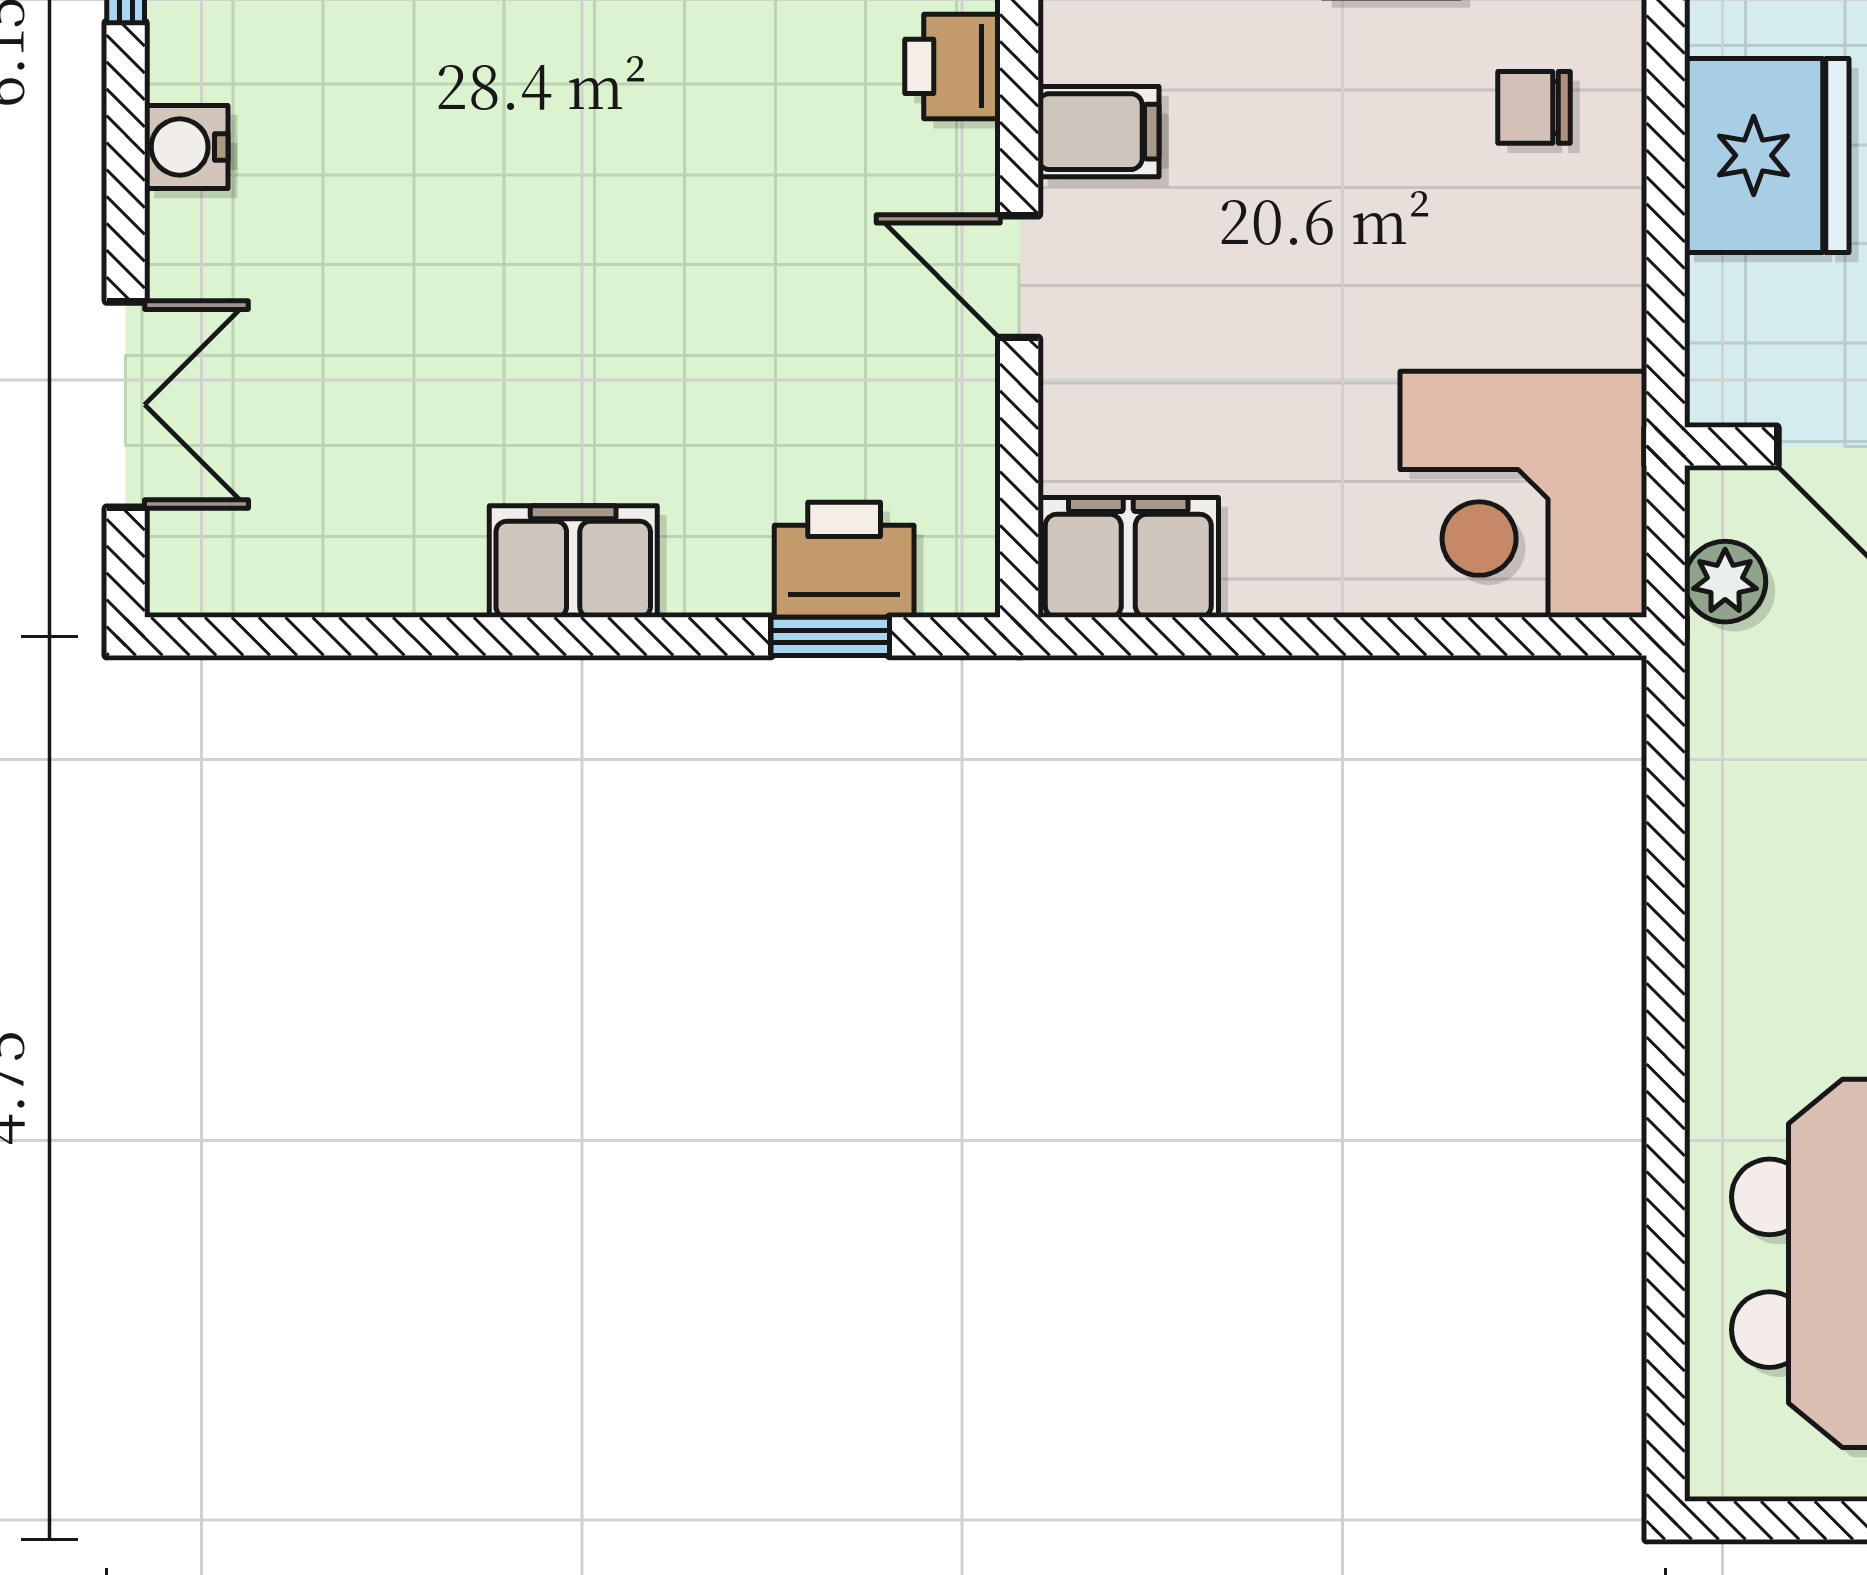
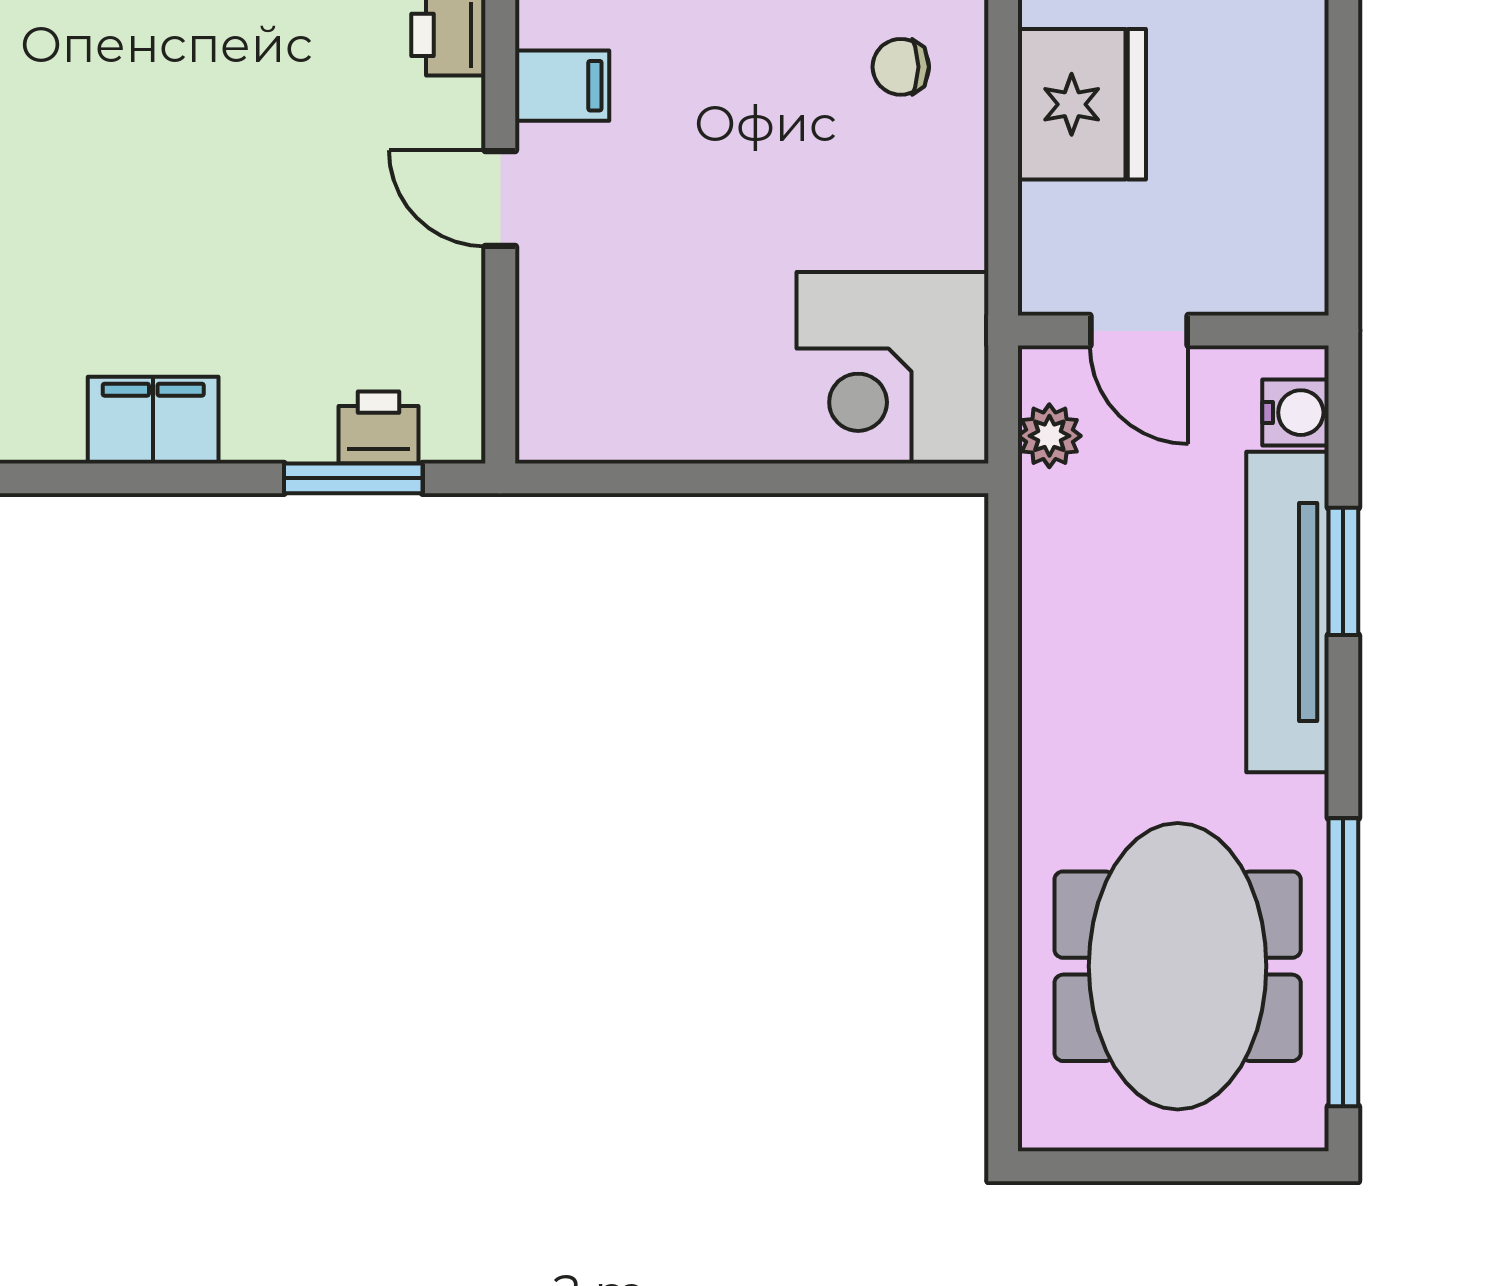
filing cabinet: (1128, 557) -> (585, 417), removed
printer: (844, 560) -> (379, 427), width x0.73, depth x0.81
window: (830, 636) -> (353, 478), width x1.50

